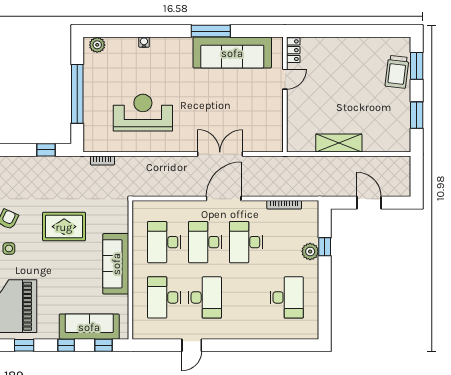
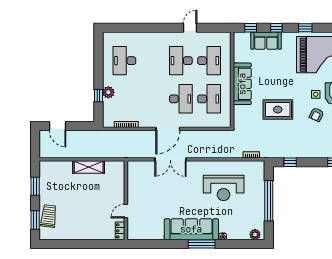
window: (211, 31) -> (202, 244), moved
sofa: (232, 53) -> (191, 229), moved
door: (369, 203) -> (58, 126), moved
desk: (246, 242) -> (153, 99), removed
sofa: (89, 327) -> (266, 41), width x0.73

